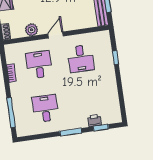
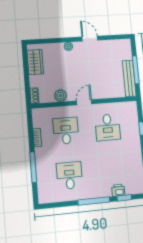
window: (11, 113) -> (33, 167), moved
window: (71, 132) -> (94, 201), width x1.44

